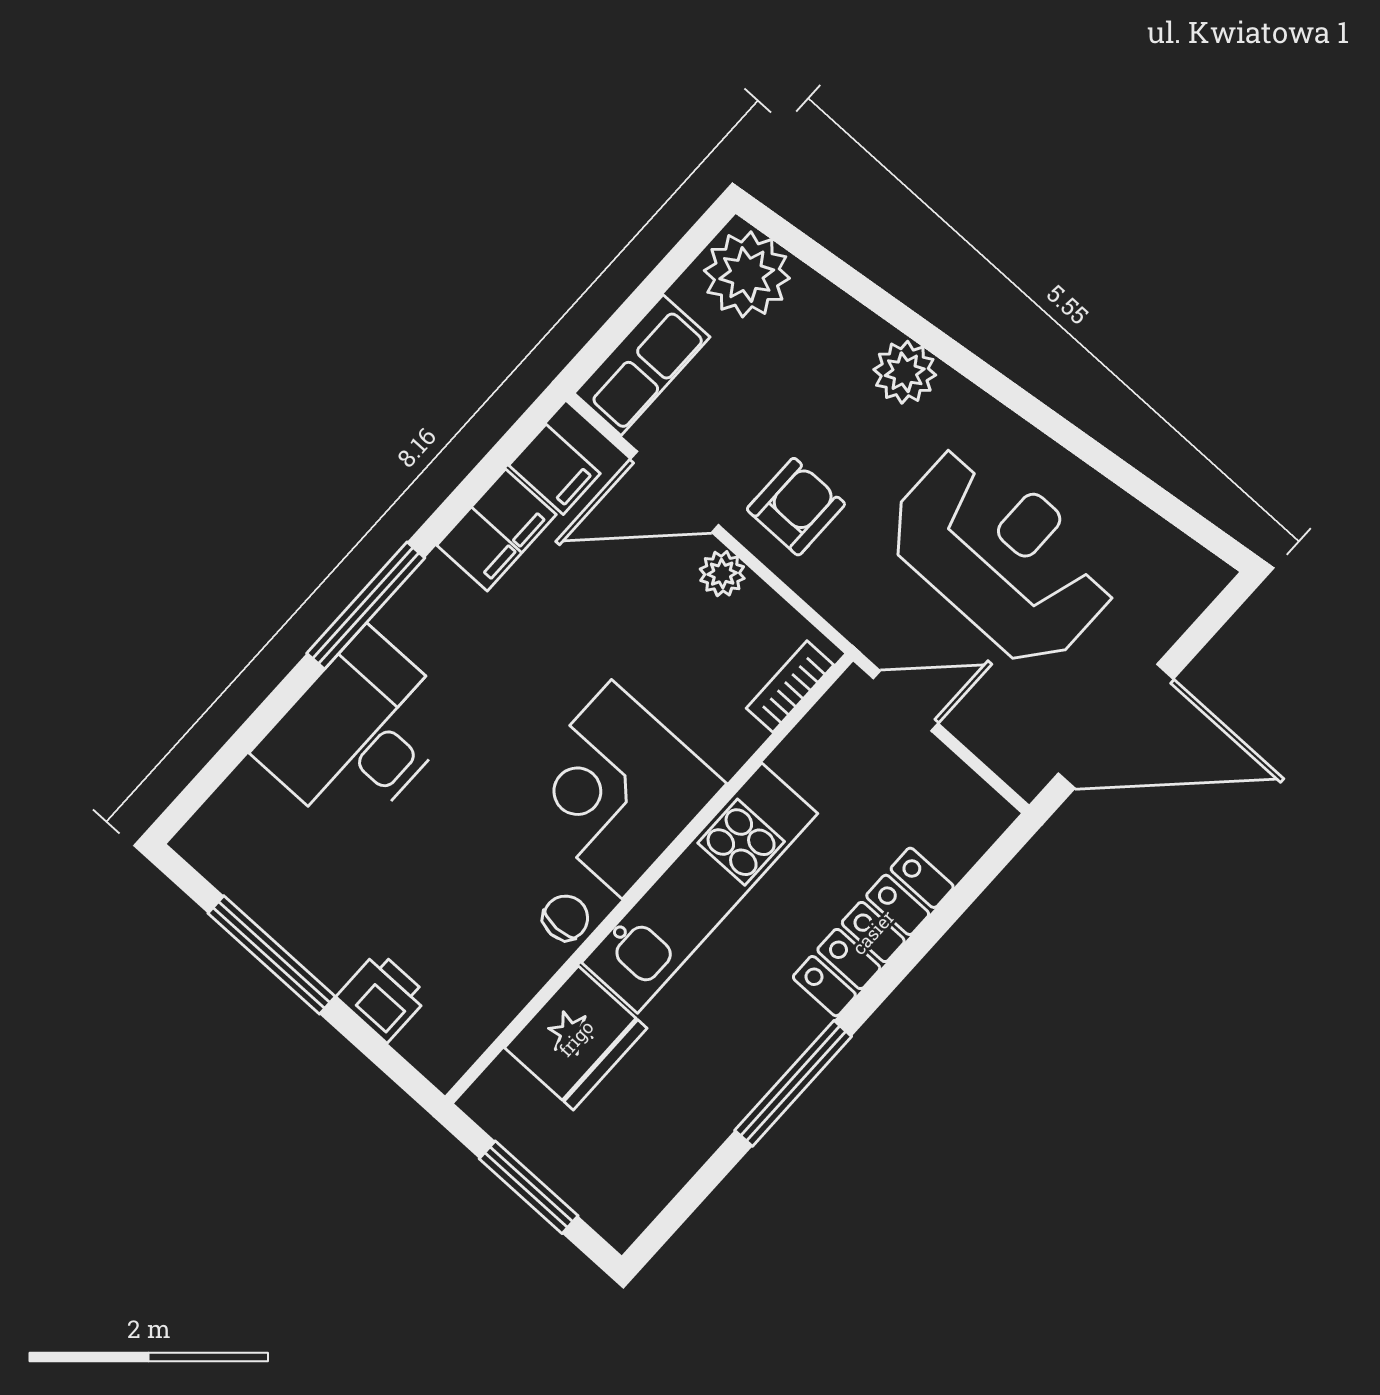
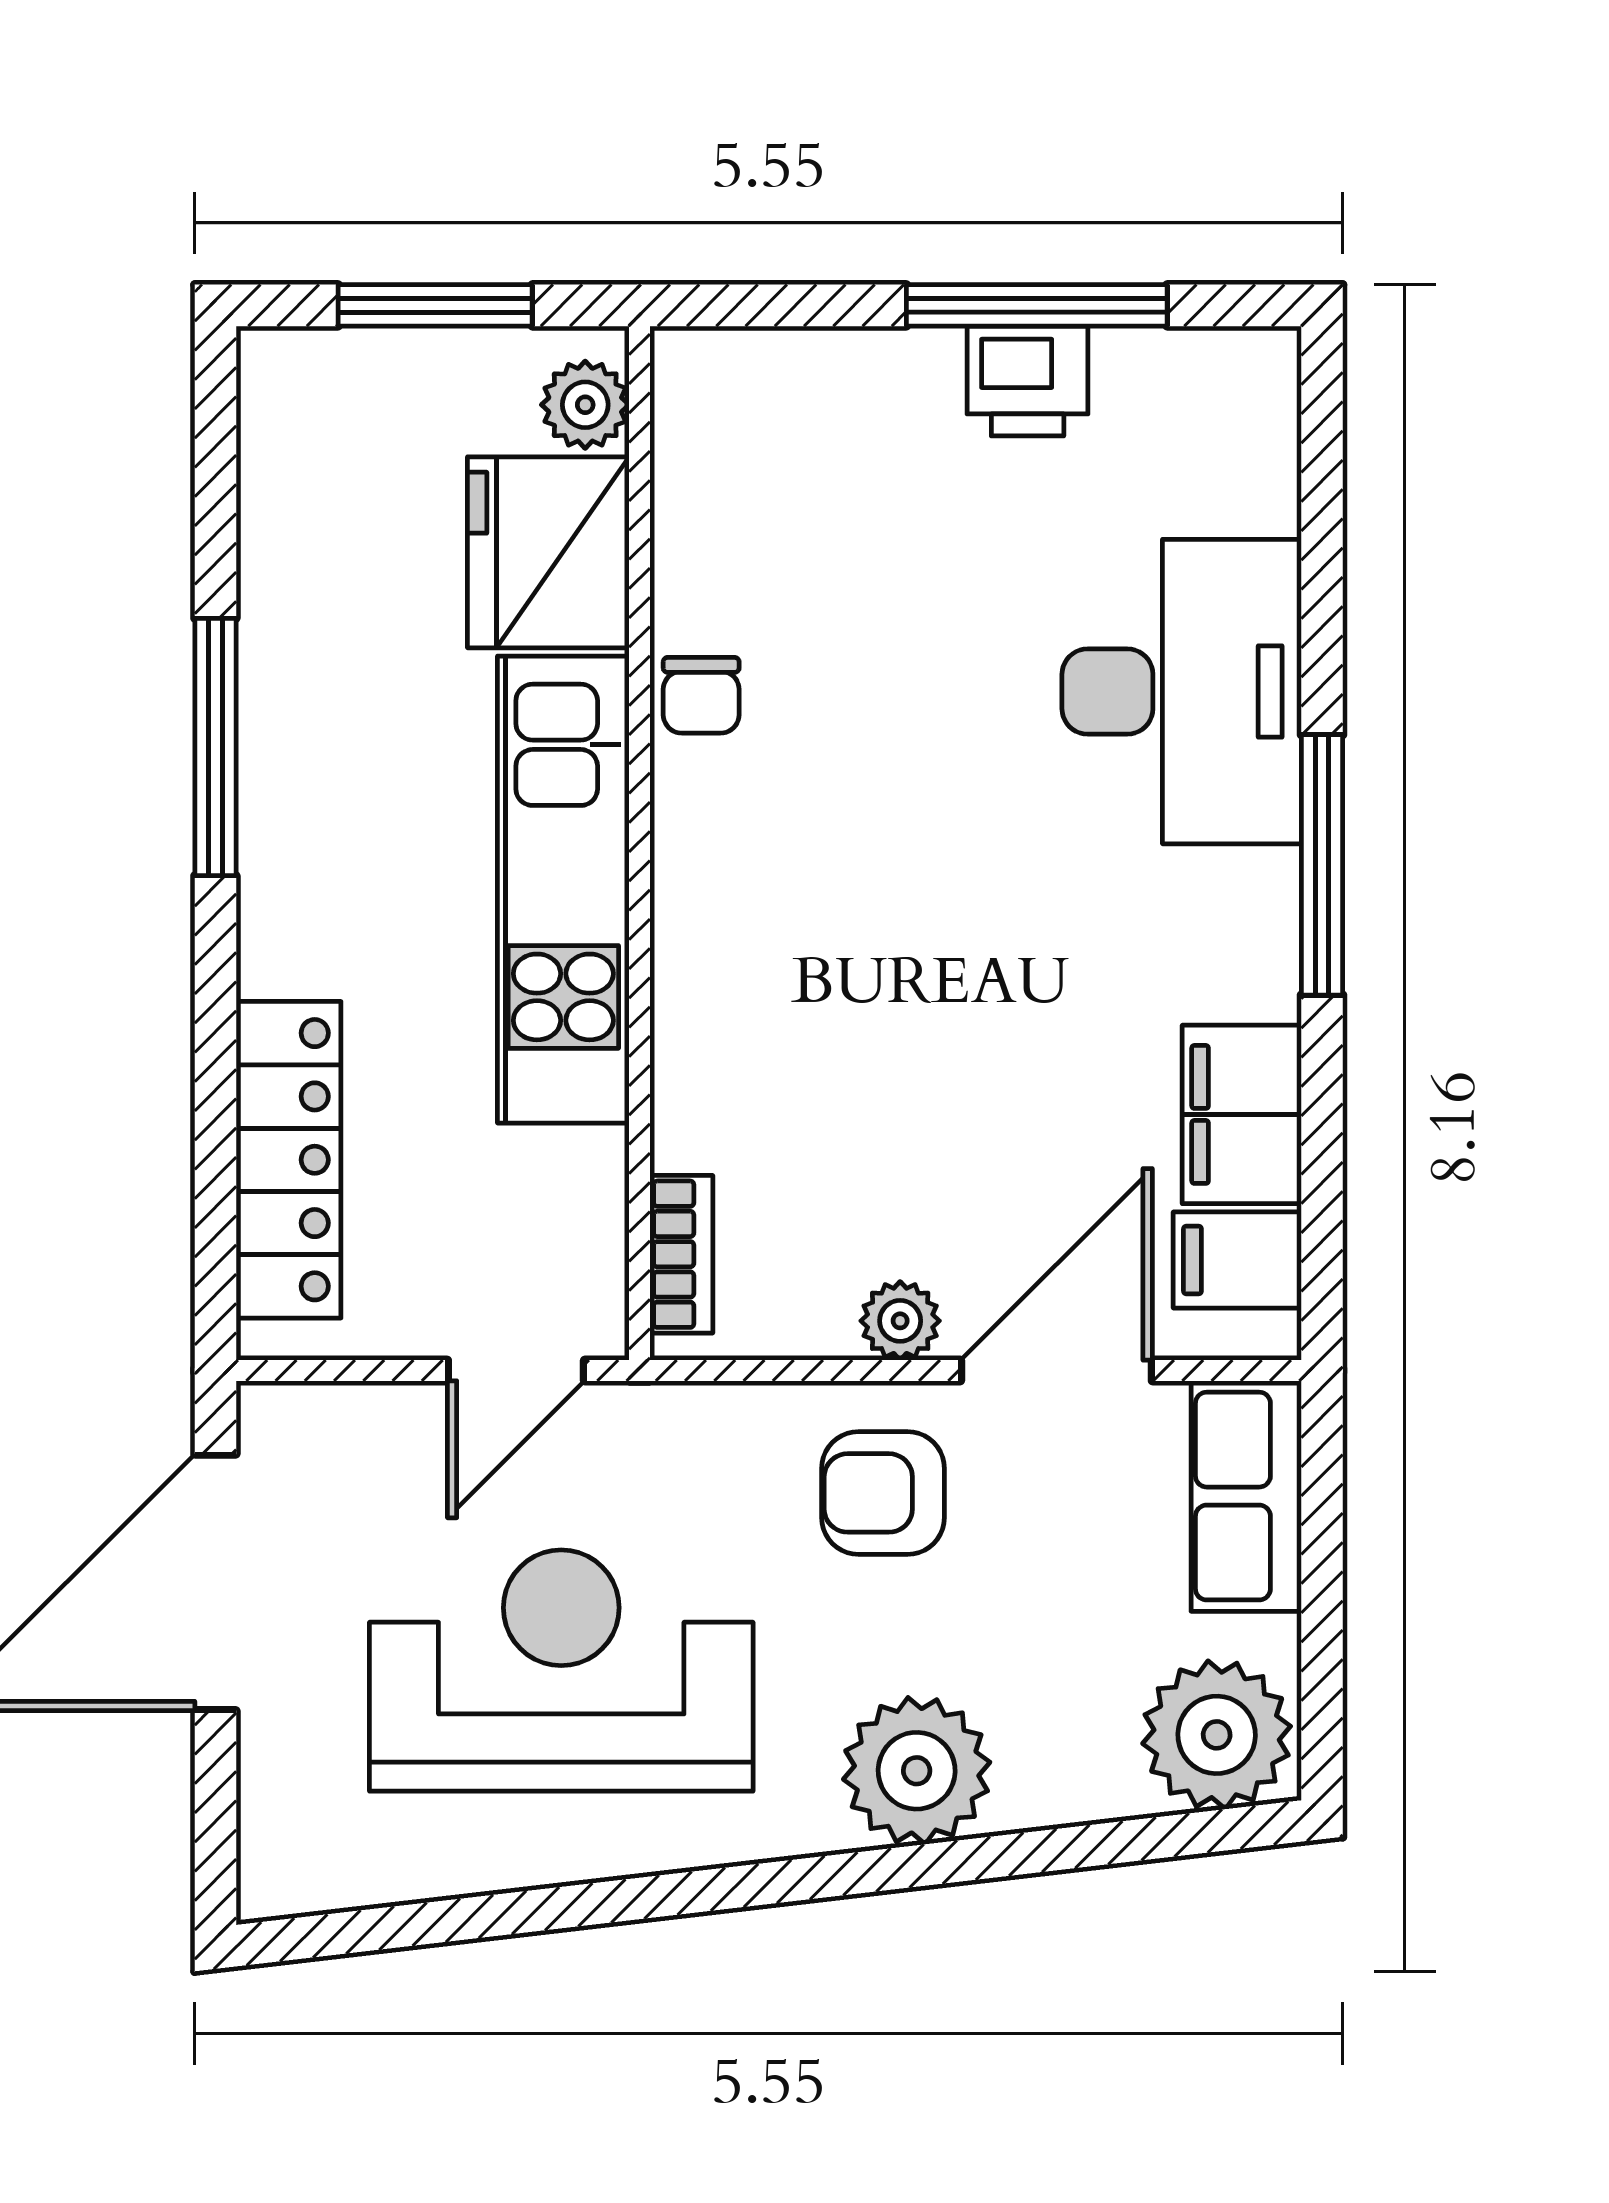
plant: (905, 372) -> (917, 1771), width x1.36, depth x1.36
armchair: (796, 507) -> (883, 1493), turned 90
reception desk: (1002, 555) -> (561, 1670), turned 180
corner desk: (617, 789) -> (785, 921), removed
locker: (873, 932) -> (289, 1160), moved
printer: (383, 997) -> (1028, 381), moved
plant: (503, 1087) -> (585, 405), added

